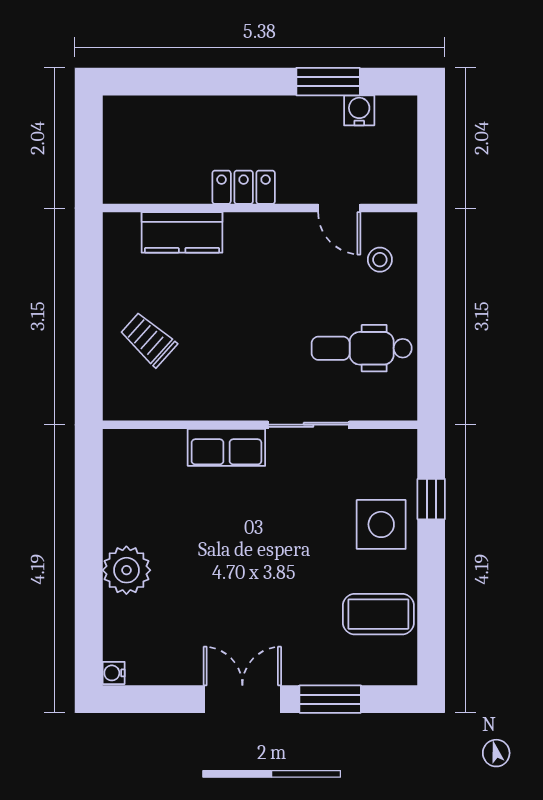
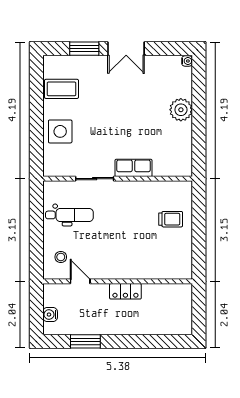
water cooler: (359, 110) -> (50, 315), moved, turned 90
kitchen counter: (182, 232) -> (155, 270), removed
trolley: (148, 339) -> (171, 219), turned -42
window: (431, 499) -> (36, 143), removed

